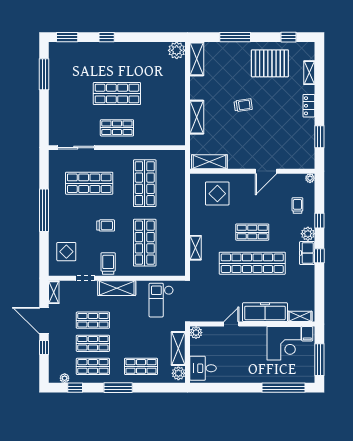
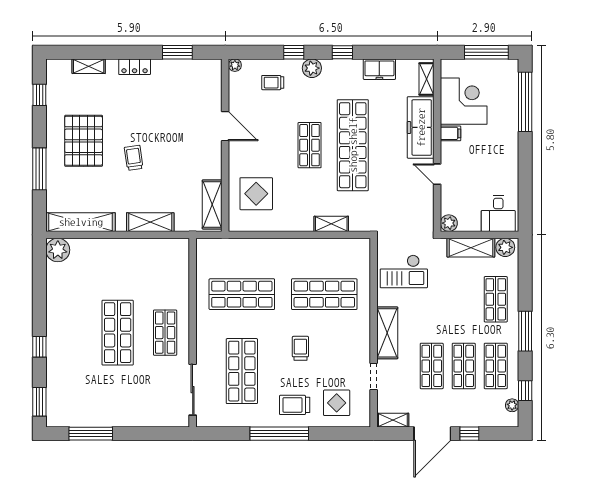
shelving: (197, 59) -> (81, 222), width x1.47
pallet: (270, 63) -> (84, 141), moved
freezer: (307, 253) -> (379, 69), moved
trolley: (108, 263) -> (295, 405), moved
filing cabinet: (307, 334) -> (450, 133), moved

